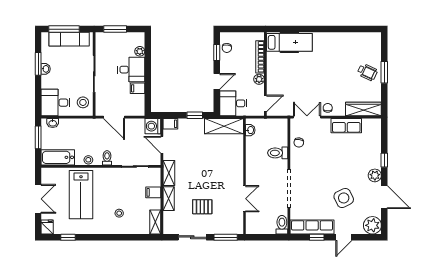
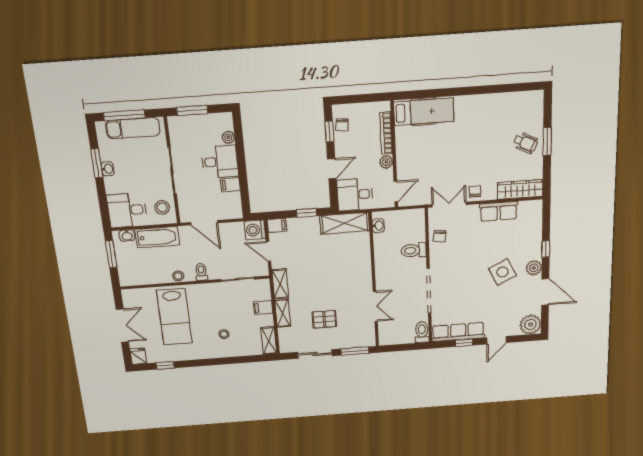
bathtub: (58, 157) -> (157, 237), moved, turned 180
side table: (344, 198) -> (503, 272), moved

